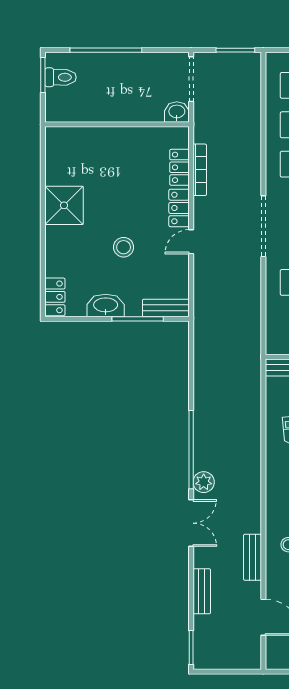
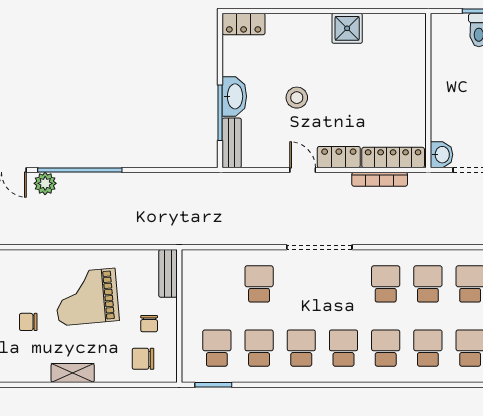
locker: (179, 167) -> (393, 158), width x1.53
shower: (64, 205) -> (347, 28), width x0.73, depth x0.73
washbasin: (106, 306) -> (234, 96), moved

